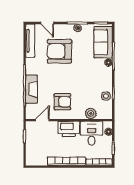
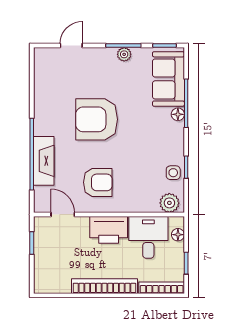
door: (47, 23) -> (71, 46), swing flipped
tv unit: (30, 41) -> (42, 76), removed
armchair: (59, 51) -> (97, 119), moved
plant: (91, 113) -> (169, 203), moved
door: (42, 120) -> (63, 215), hinge flipped

